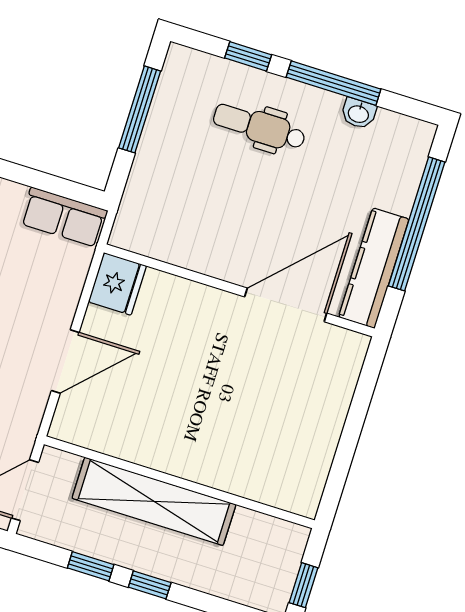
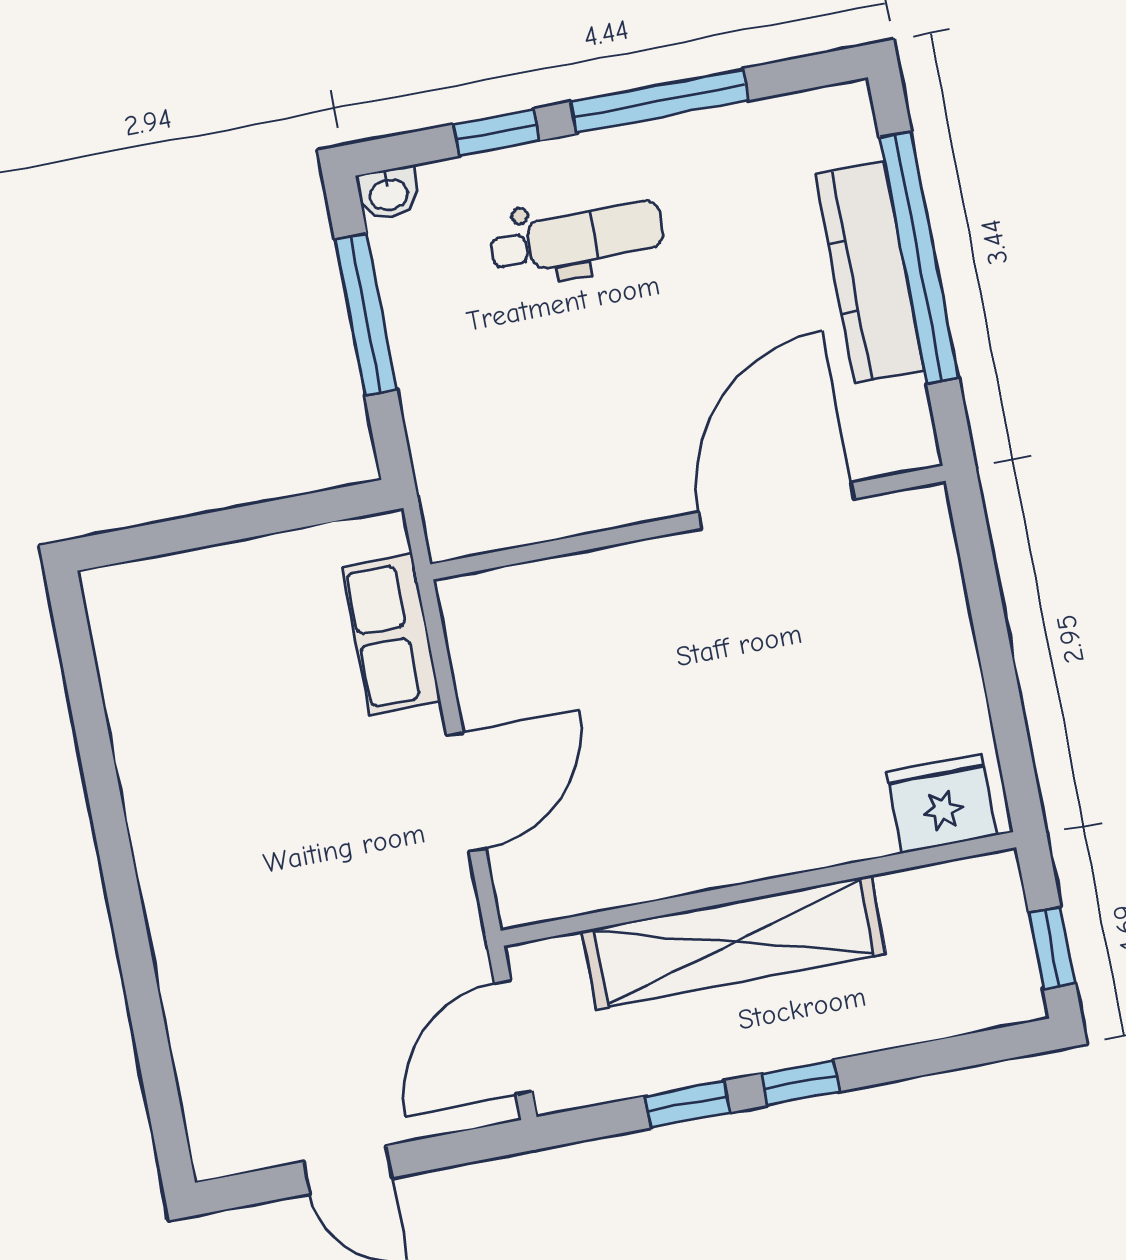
washbasin: (359, 113) -> (389, 194), moved
dental chair: (259, 127) -> (577, 238), turned 180
row of seats: (64, 217) -> (391, 634), moved, turned 90
kitchen counter: (374, 268) -> (870, 273), moved
fridge: (117, 284) -> (942, 804), moved, turned -90

